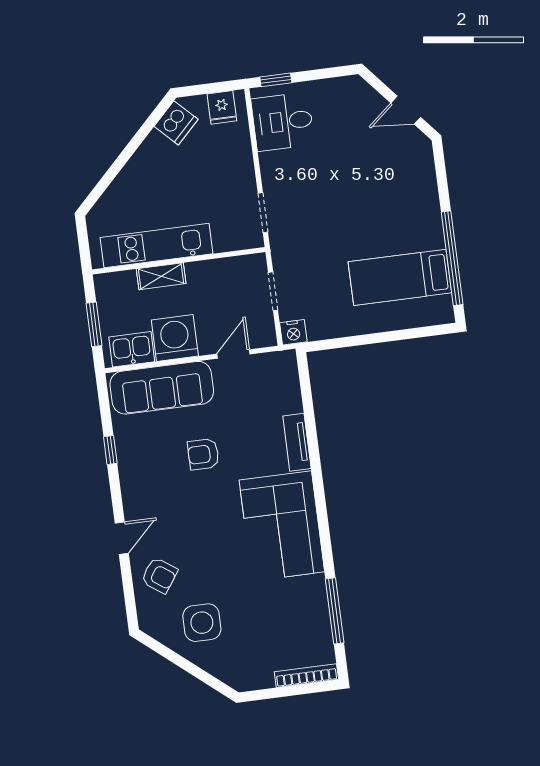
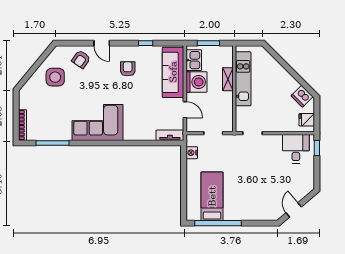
nightstand: (293, 332) -> (192, 153), moved
tv unit: (297, 442) -> (170, 135), moved
armchair: (203, 454) -> (128, 69), moved

